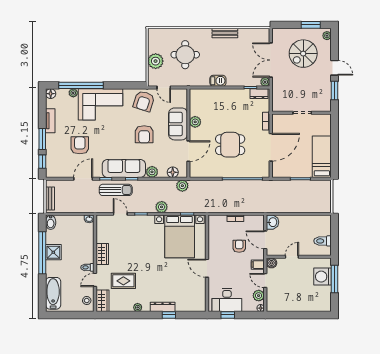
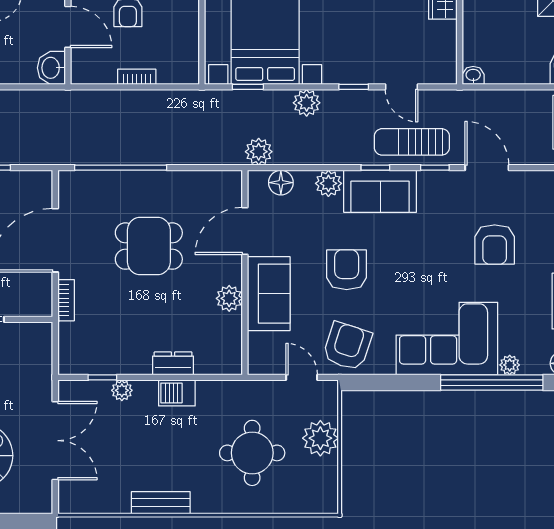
plant: (265, 82) -> (122, 390), moved
dresser: (259, 94) -> (173, 363), moved
sofa: (124, 168) -> (380, 191), width x0.73
door: (83, 179) -> (487, 168), swing flipped

